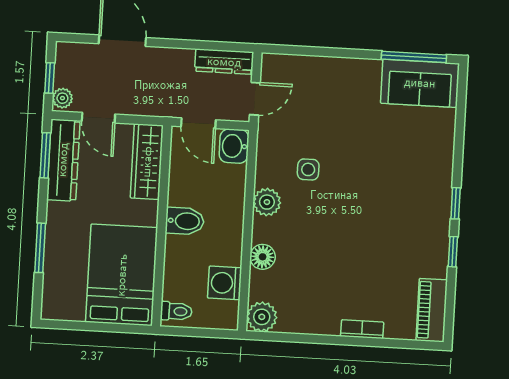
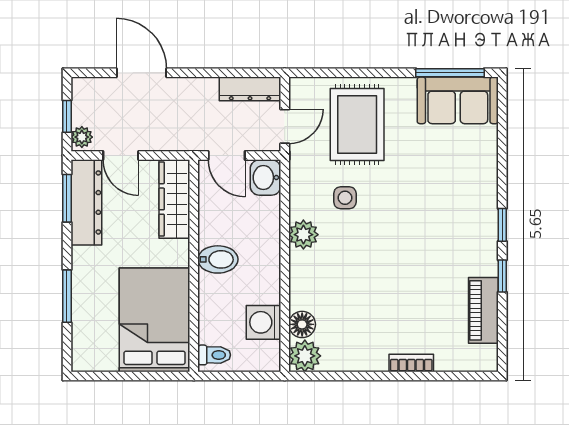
rug: (323, 101) -> (357, 124), added
floor lamp: (263, 257) -> (302, 324), moved
piano: (432, 310) -> (483, 310), moved

